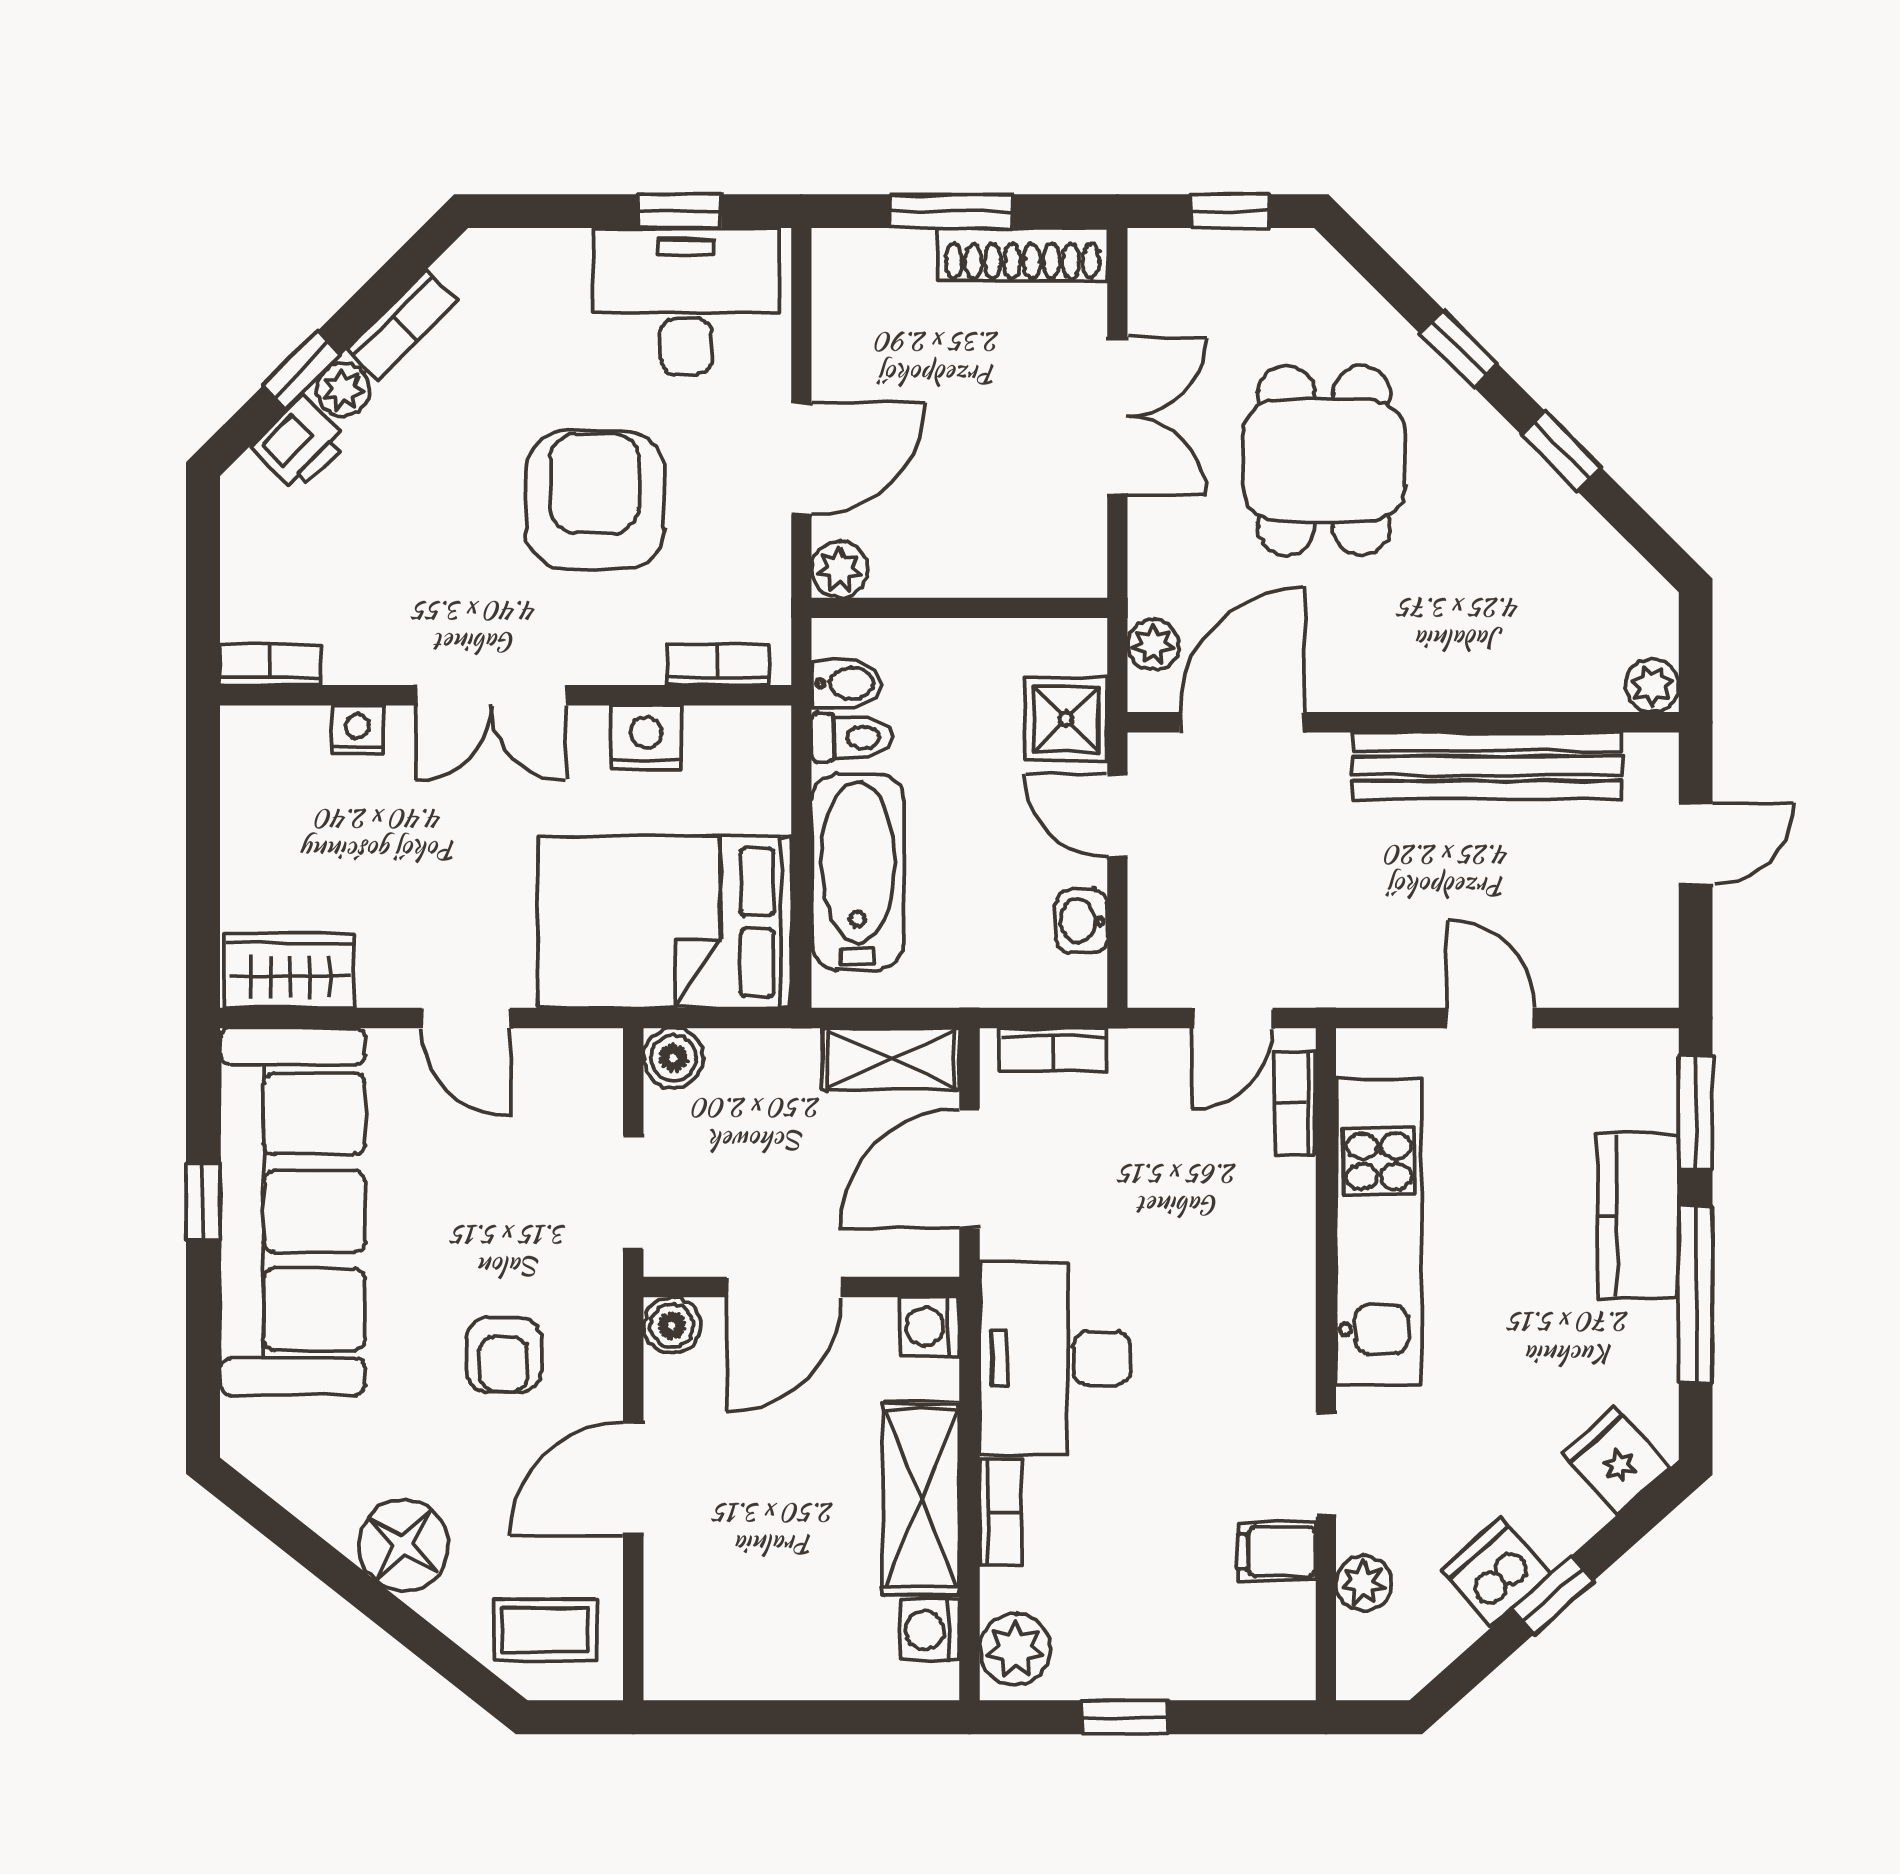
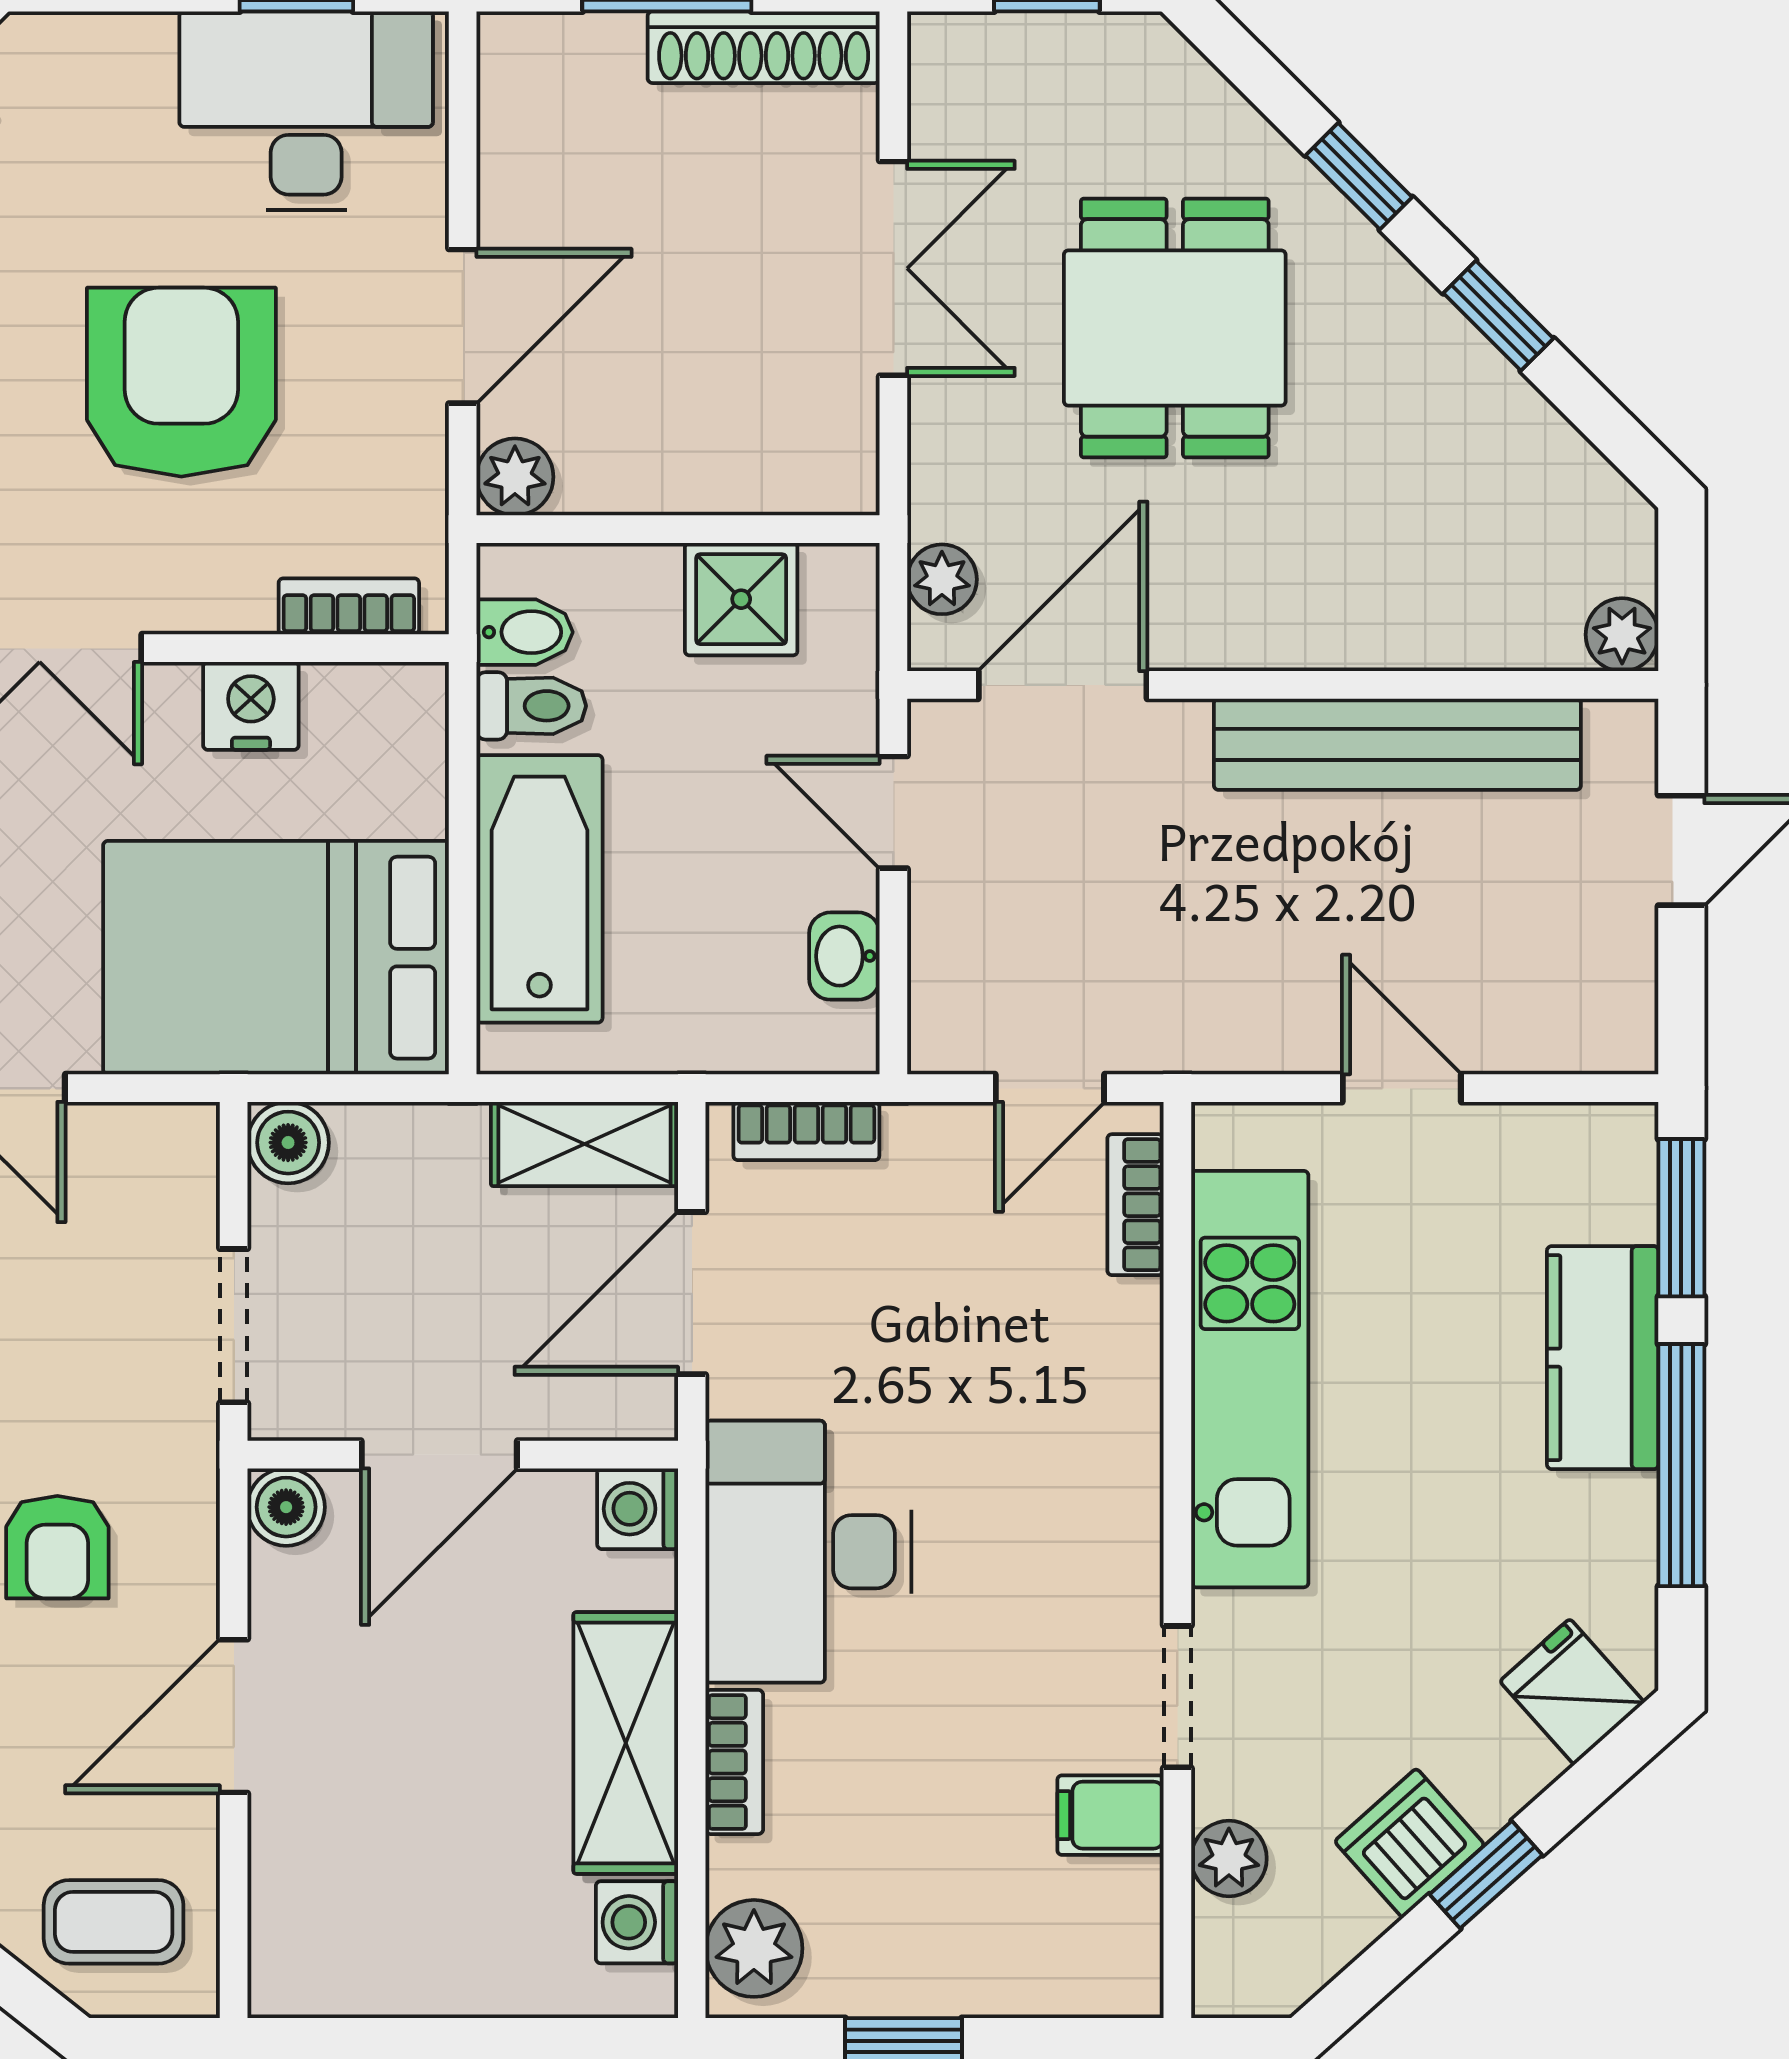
shower: (1066, 719) -> (741, 599), moved

